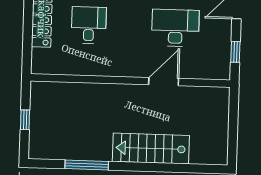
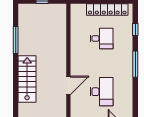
door: (164, 82) -> (68, 85), hinge flipped

